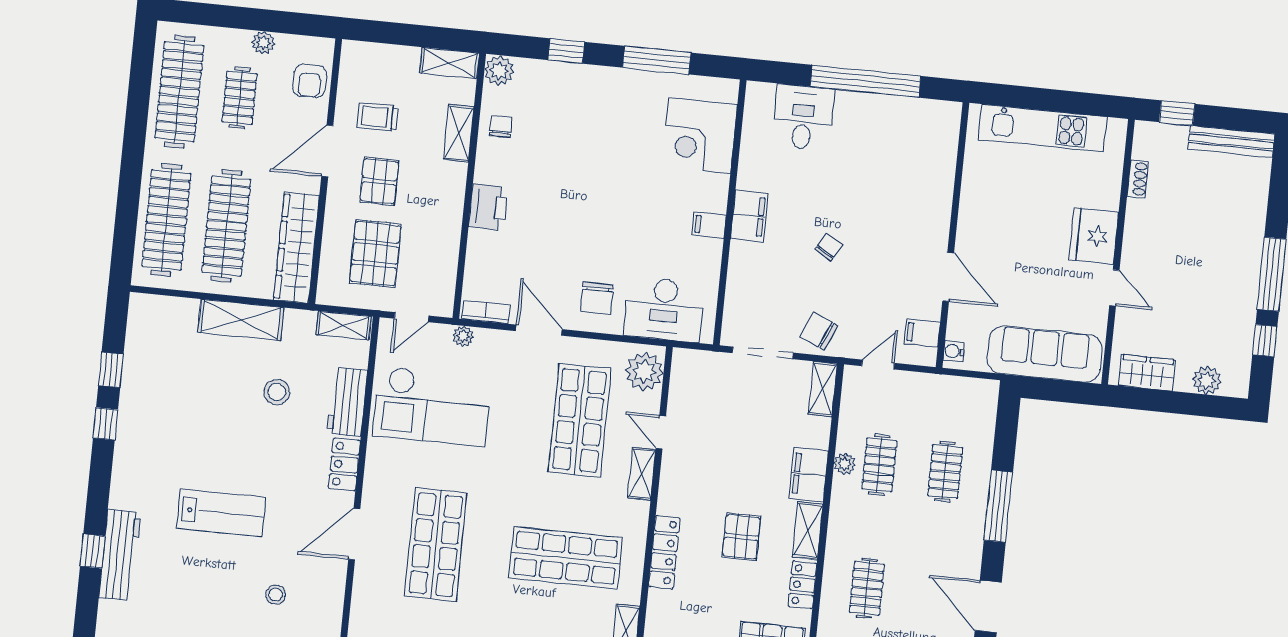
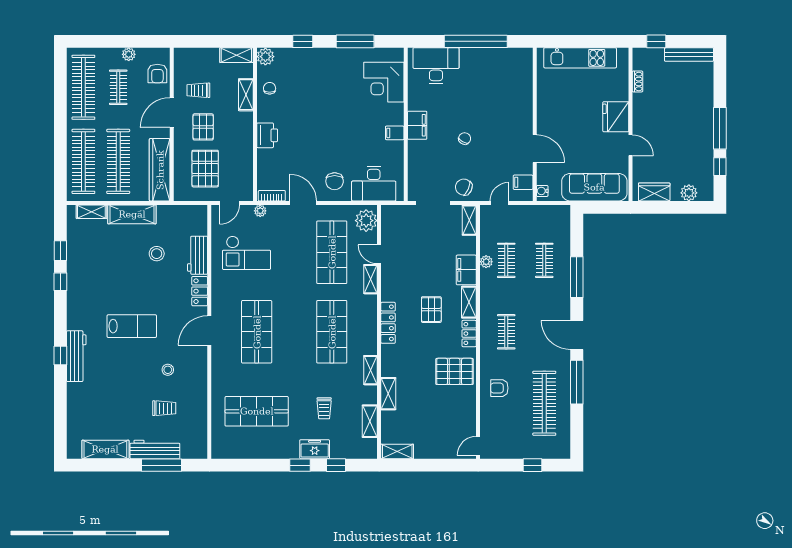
desk: (803, 117) -> (436, 66), width x1.37
shelving: (344, 326) -> (91, 212), moved
checkout: (432, 406) -> (246, 253), width x0.73, depth x0.83
shop shelf: (566, 558) -> (332, 332), turned 90

